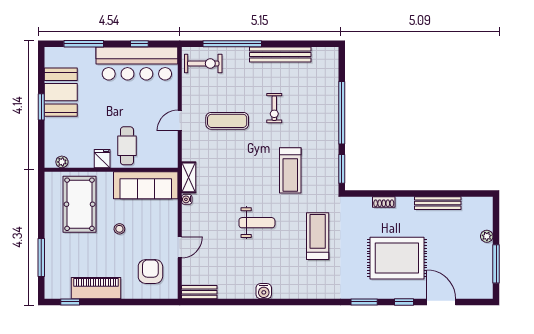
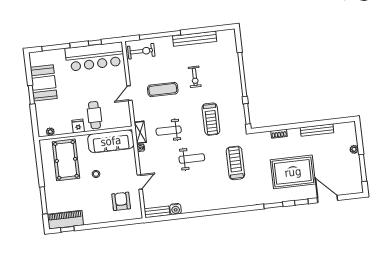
weight bench: (229, 180) -> (169, 131), added
piano: (96, 288) -> (65, 220), moved
water cooler: (264, 291) -> (176, 209), moved

